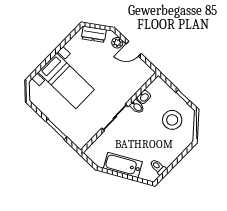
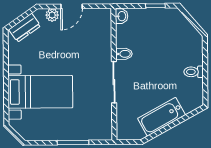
washbasin: (144, 97) -> (121, 16), moved
stool: (172, 120) -> (166, 35), removed
toilet: (158, 167) -> (194, 72), moved

